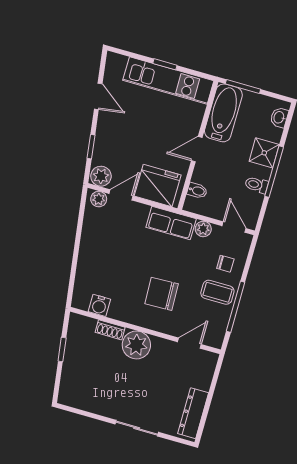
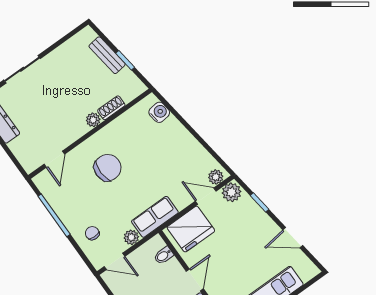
door: (121, 195) -> (206, 196), swing flipped
chair: (225, 264) -> (92, 233), turned 90
coffee table: (217, 292) -> (76, 210), removed
water cooler: (99, 305) -> (159, 112), moved, turned 82
plant: (136, 345) -> (93, 120), width x0.53, depth x0.53
bench: (70, 368) -> (107, 55), added

